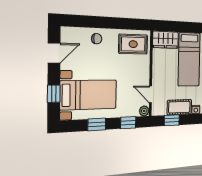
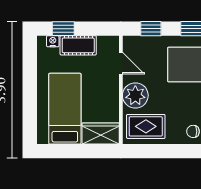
plant: (144, 111) -> (135, 95), moved, width x1.88, depth x1.88
window: (172, 120) -> (63, 29), moved

